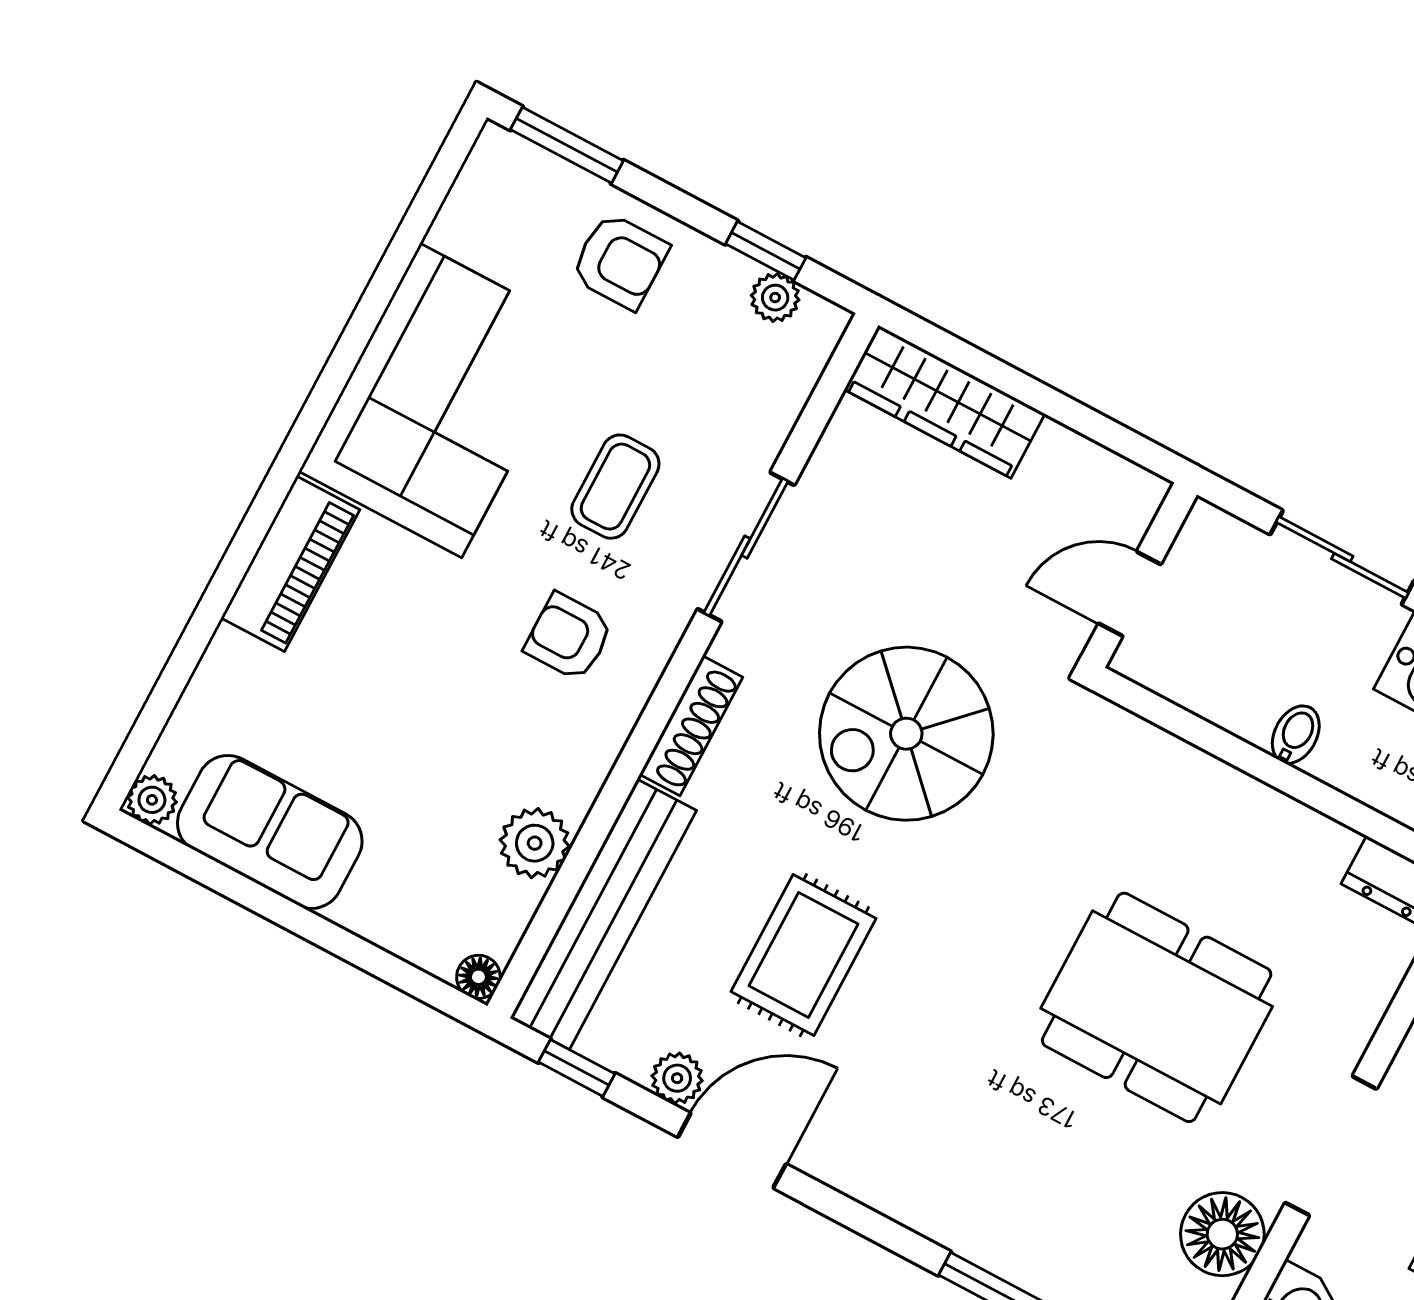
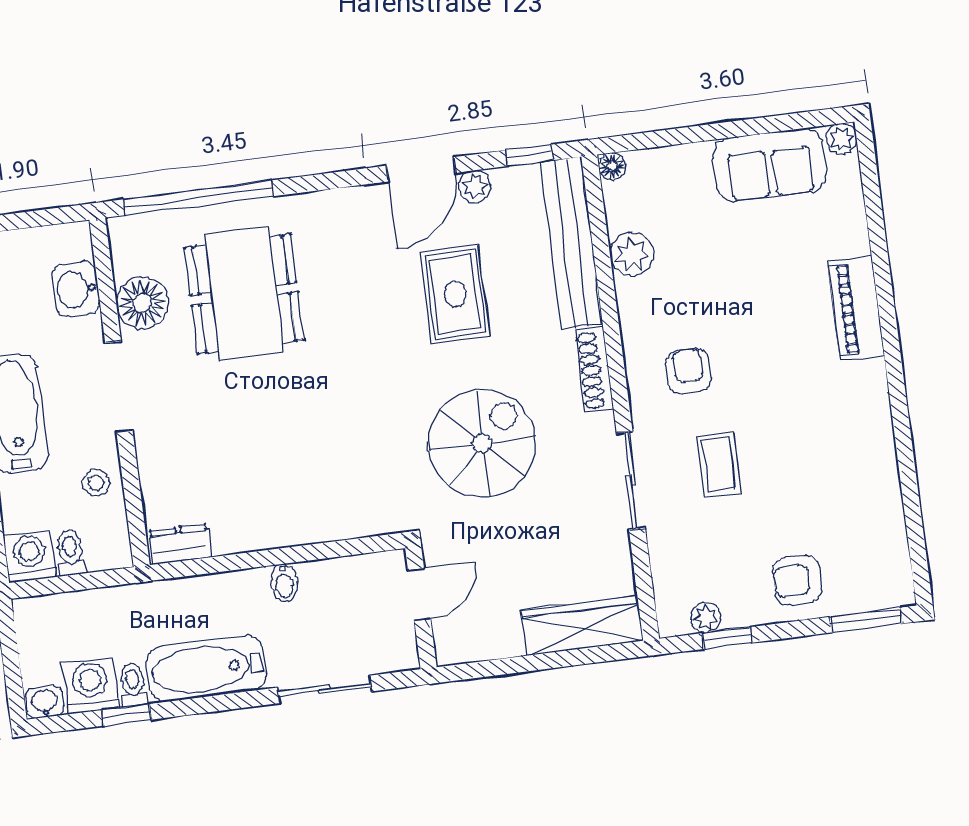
corner sofa: (441, 400) -> (838, 445), removed
armchair: (569, 637) -> (688, 371), turned -90
dining table: (1157, 1007) -> (244, 294), moved, turned 90

